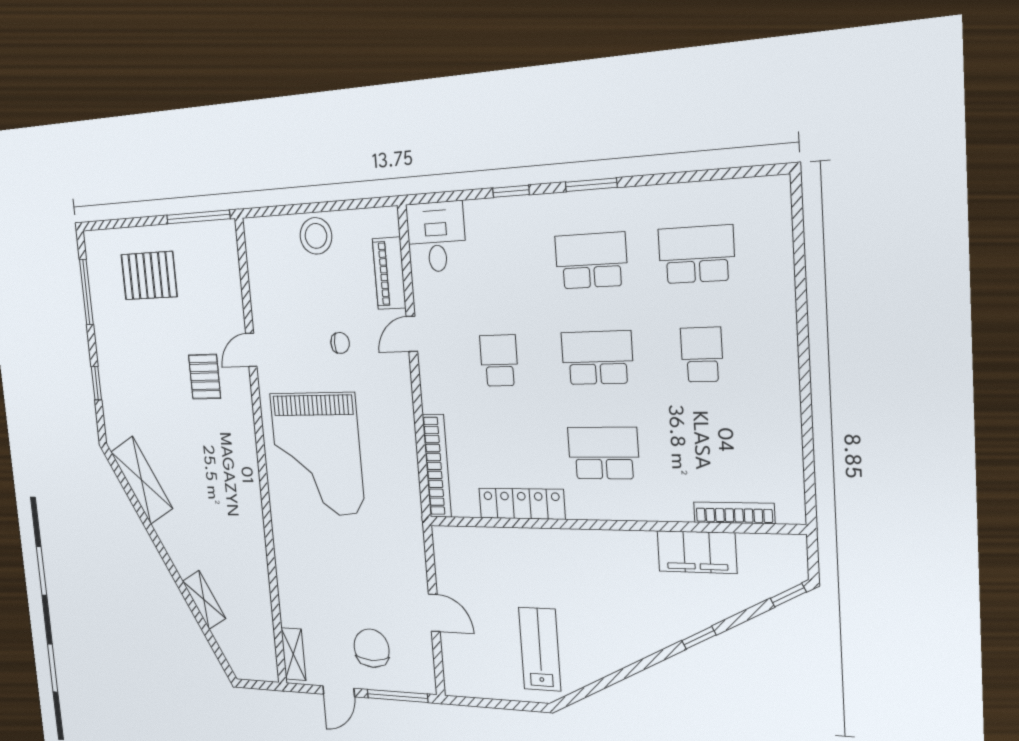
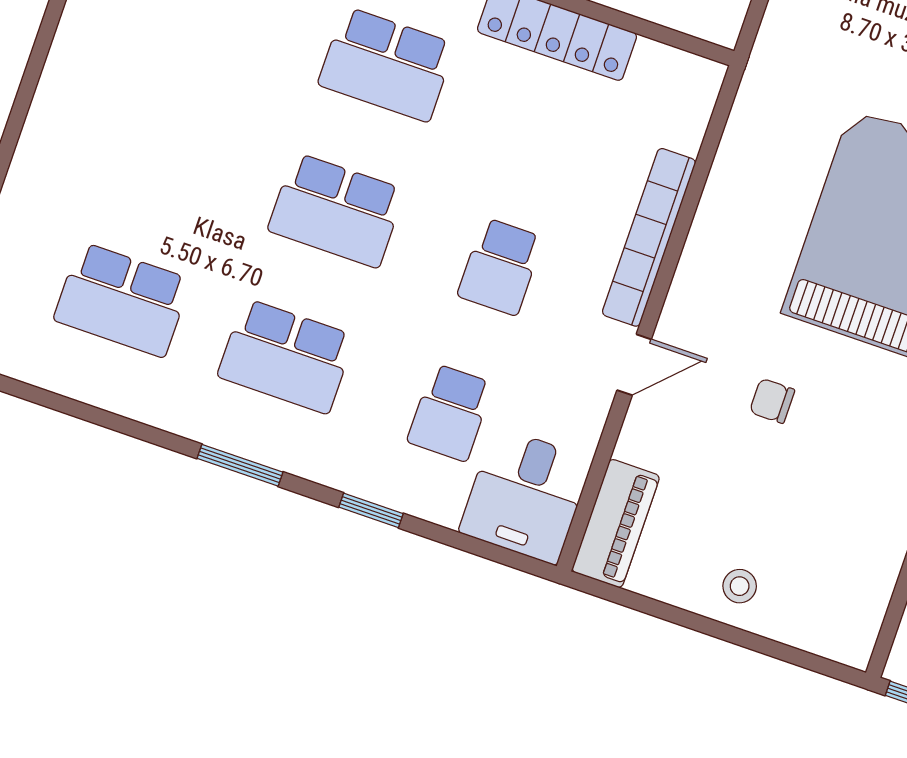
stool: (316, 236) -> (740, 586), width x0.53, depth x0.53
piano: (389, 273) -> (616, 523), moved
school desk: (702, 355) -> (450, 413), moved
bookcase: (437, 466) -> (649, 237), moved

